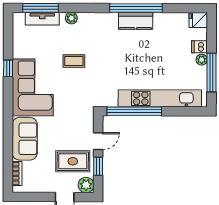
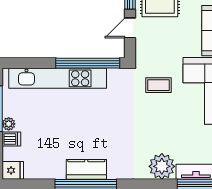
plant: (71, 18) -> (162, 166), width x1.88, depth x1.88
coffee table: (74, 61) -> (159, 85), moved

